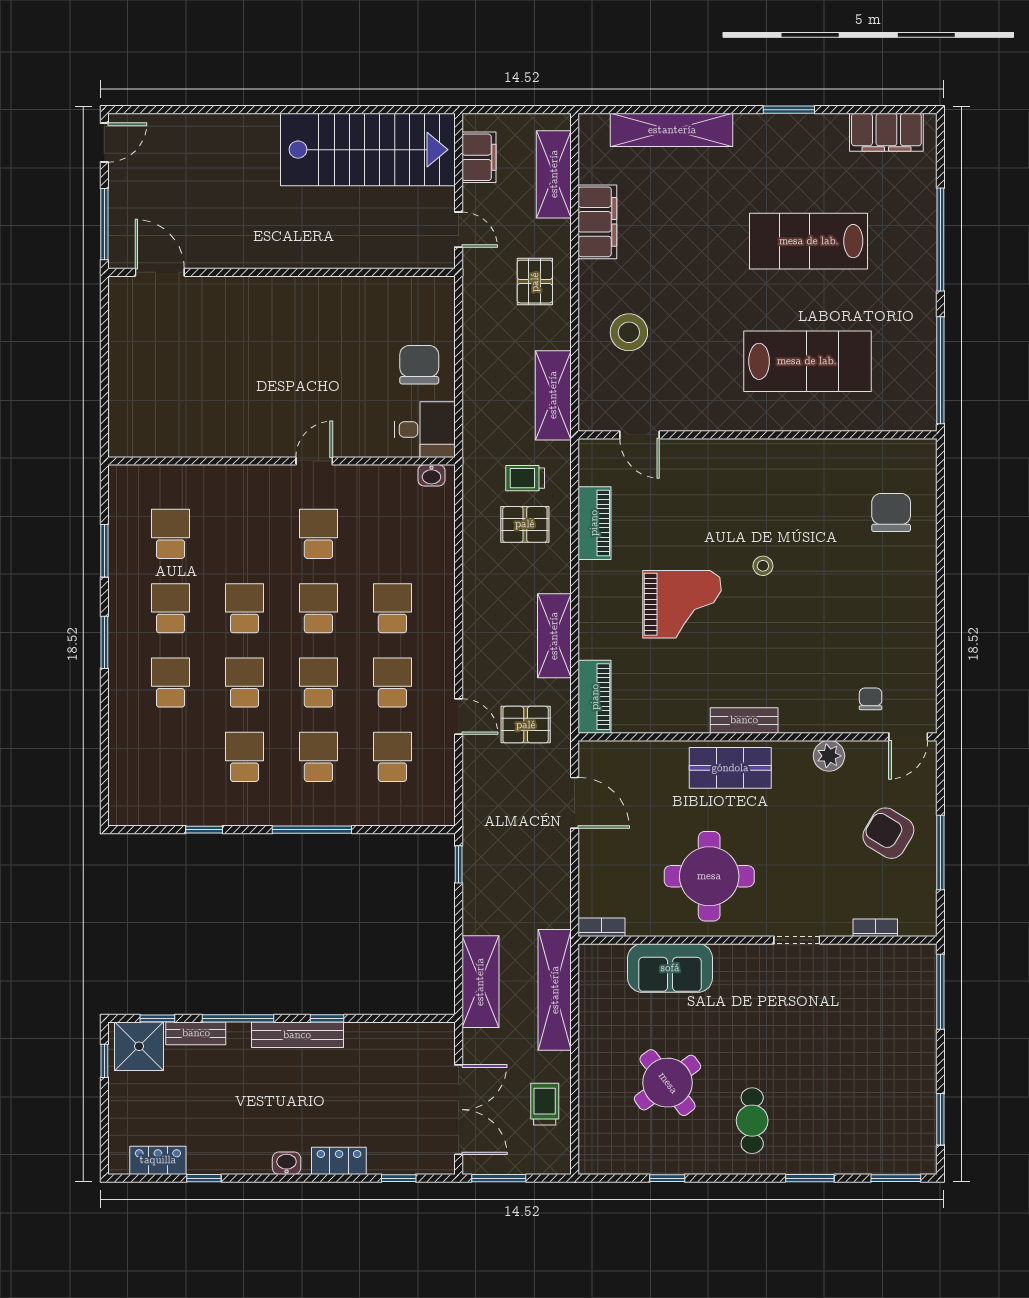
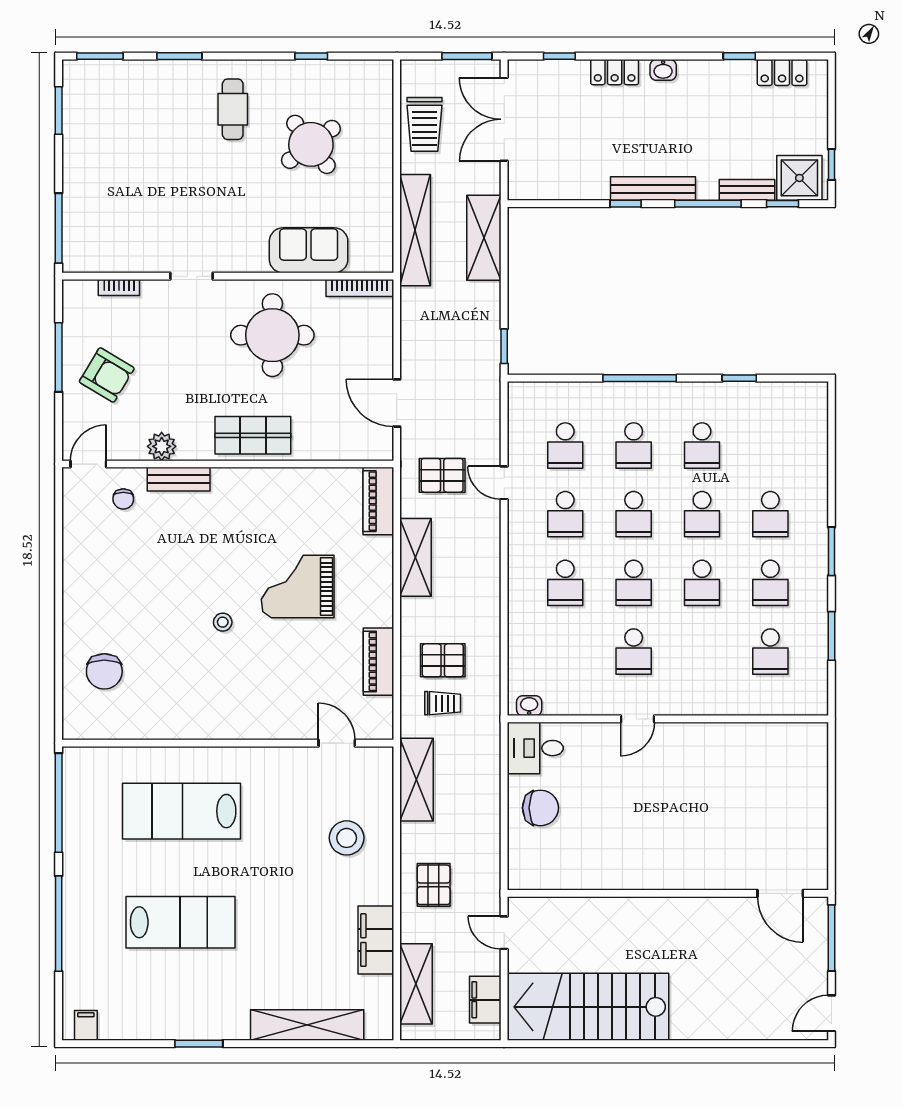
filing cabinet: (886, 132) -> (86, 1025), width x0.33, depth x0.86
chair: (419, 365) -> (540, 808), turned -90
bench: (744, 720) -> (179, 479), moved
bookcase: (602, 927) -> (360, 288), width x1.56
trolley: (545, 1104) -> (424, 124), width x1.36, depth x1.39

